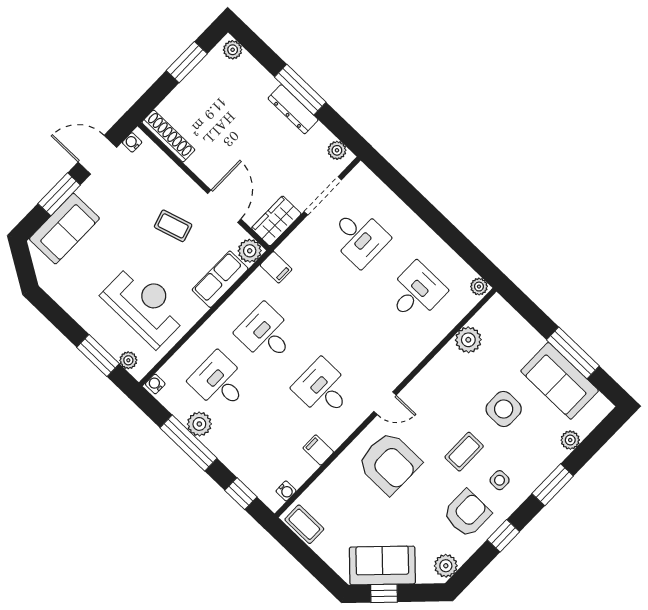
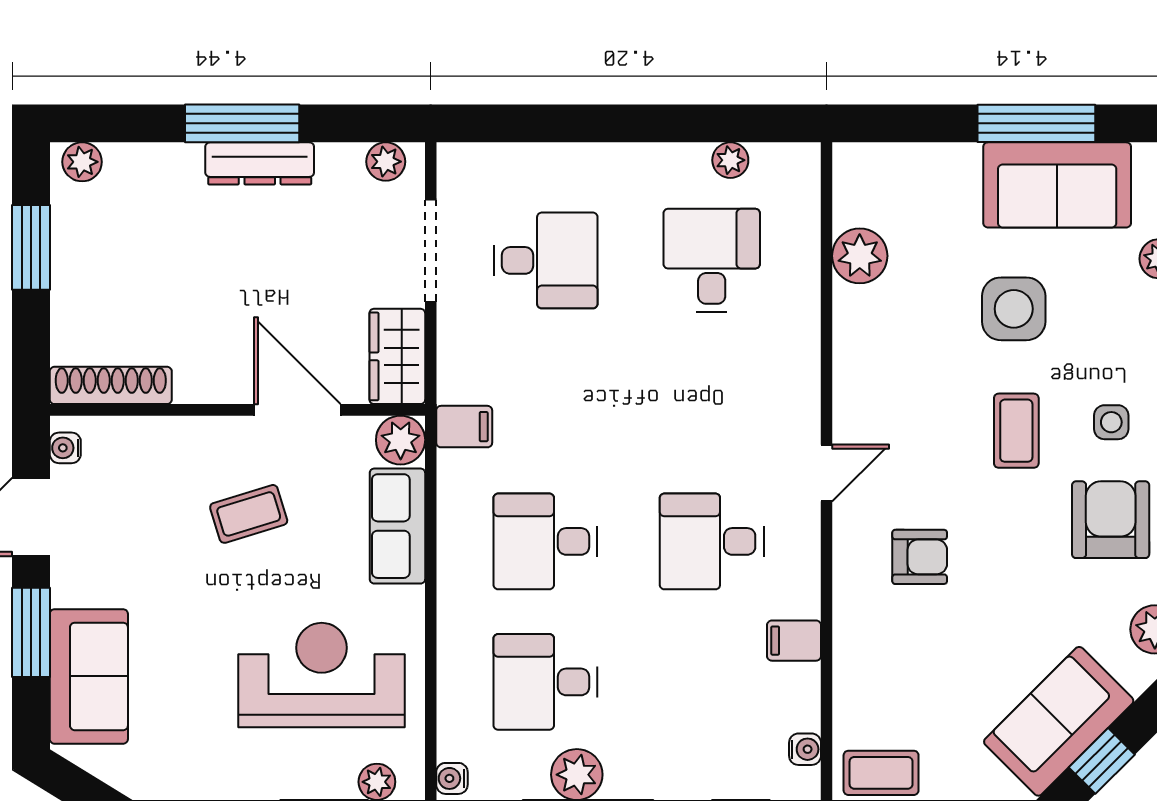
plant: (479, 287) -> (730, 160), moved
armchair: (389, 463) -> (920, 557), width x0.53, depth x0.53

